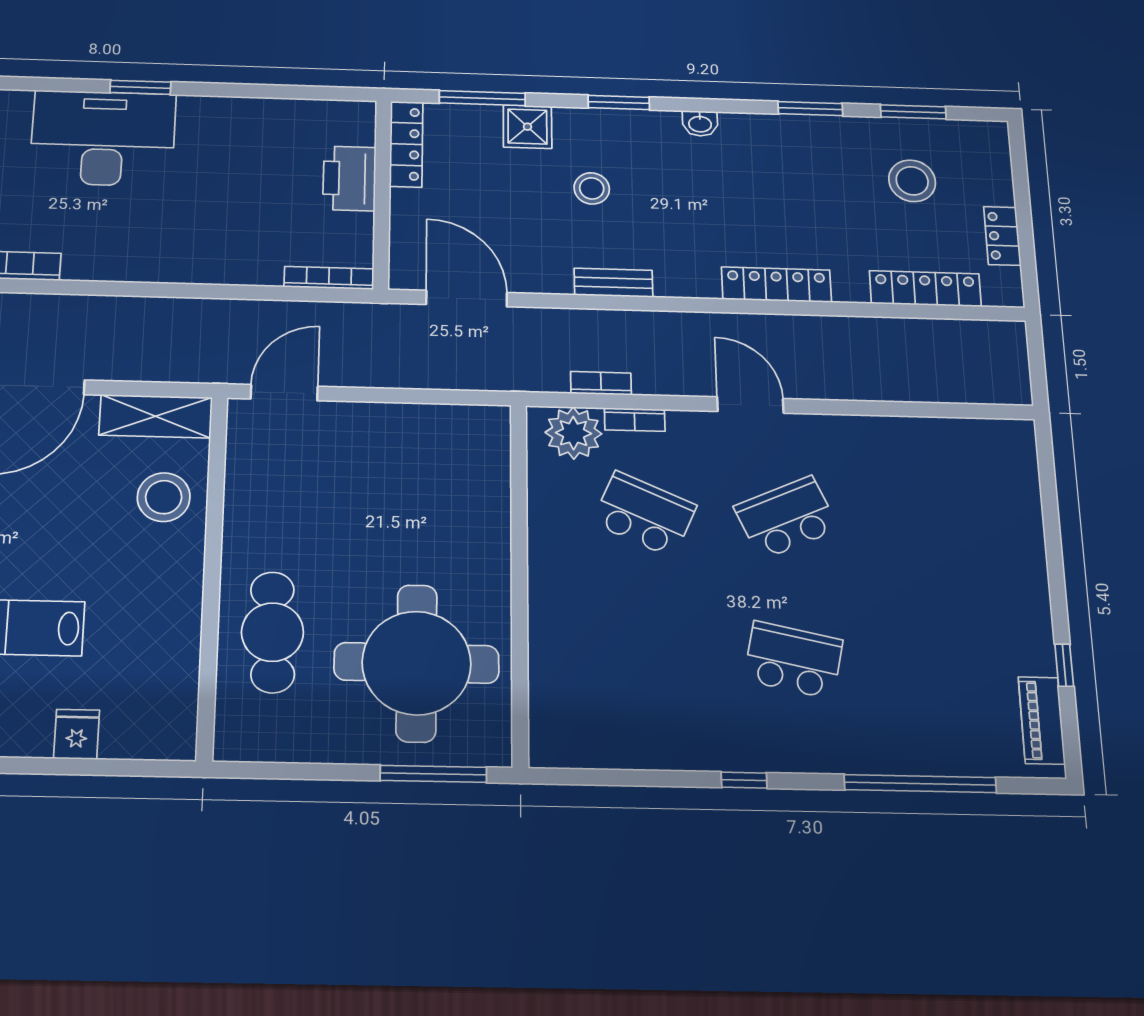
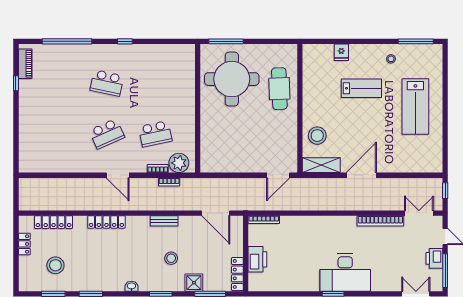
school desk: (644, 514) -> (155, 134), turned -36

